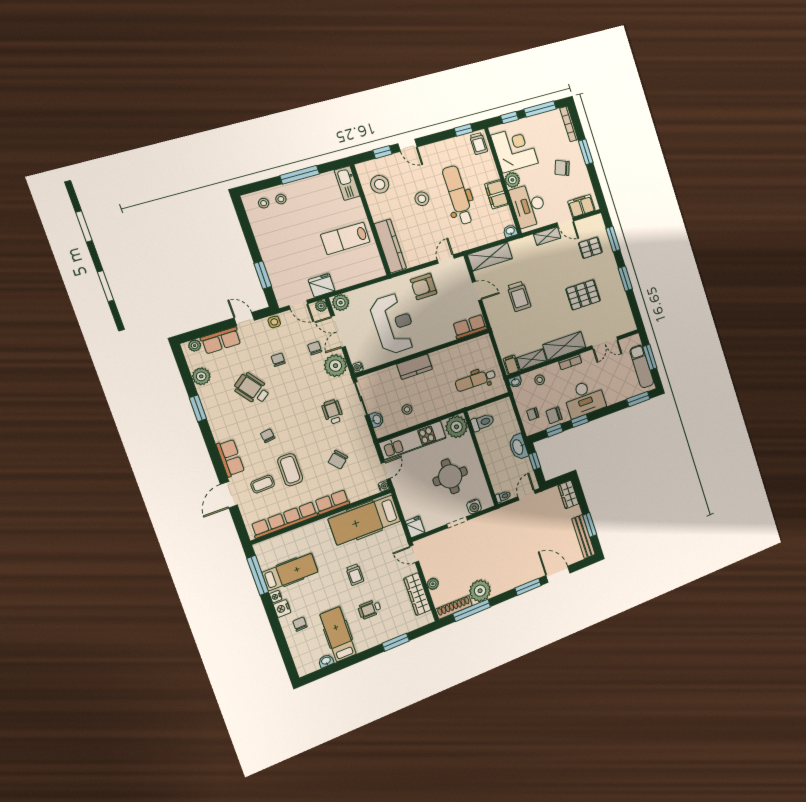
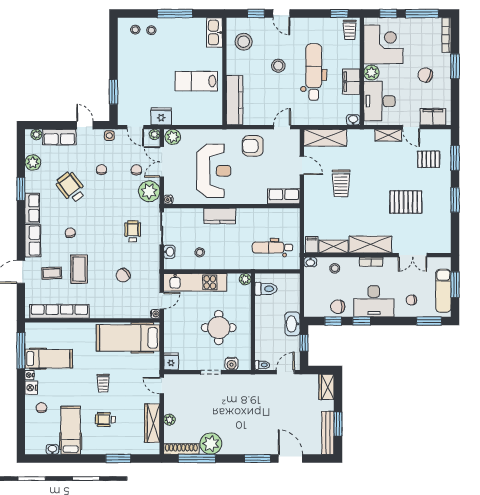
chair: (533, 414) -> (411, 300), moved
plant: (457, 427) -> (245, 279), width x0.53, depth x0.53
row of seats: (332, 502) -> (32, 208), moved, turned 90

